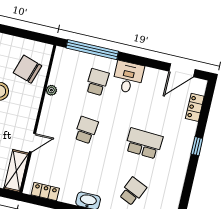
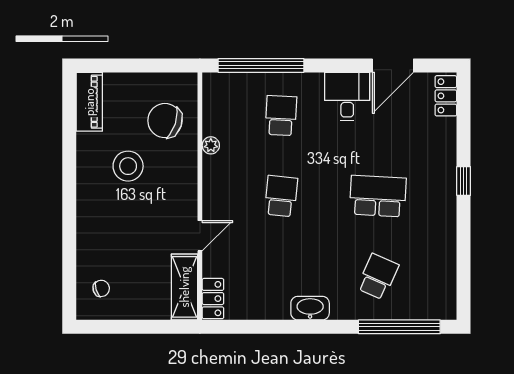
door: (182, 70) -> (393, 65), moved
desk: (128, 77) -> (347, 97), moved
locker: (195, 107) -> (446, 96), moved
locker: (45, 191) -> (213, 299), moved, turned 90

